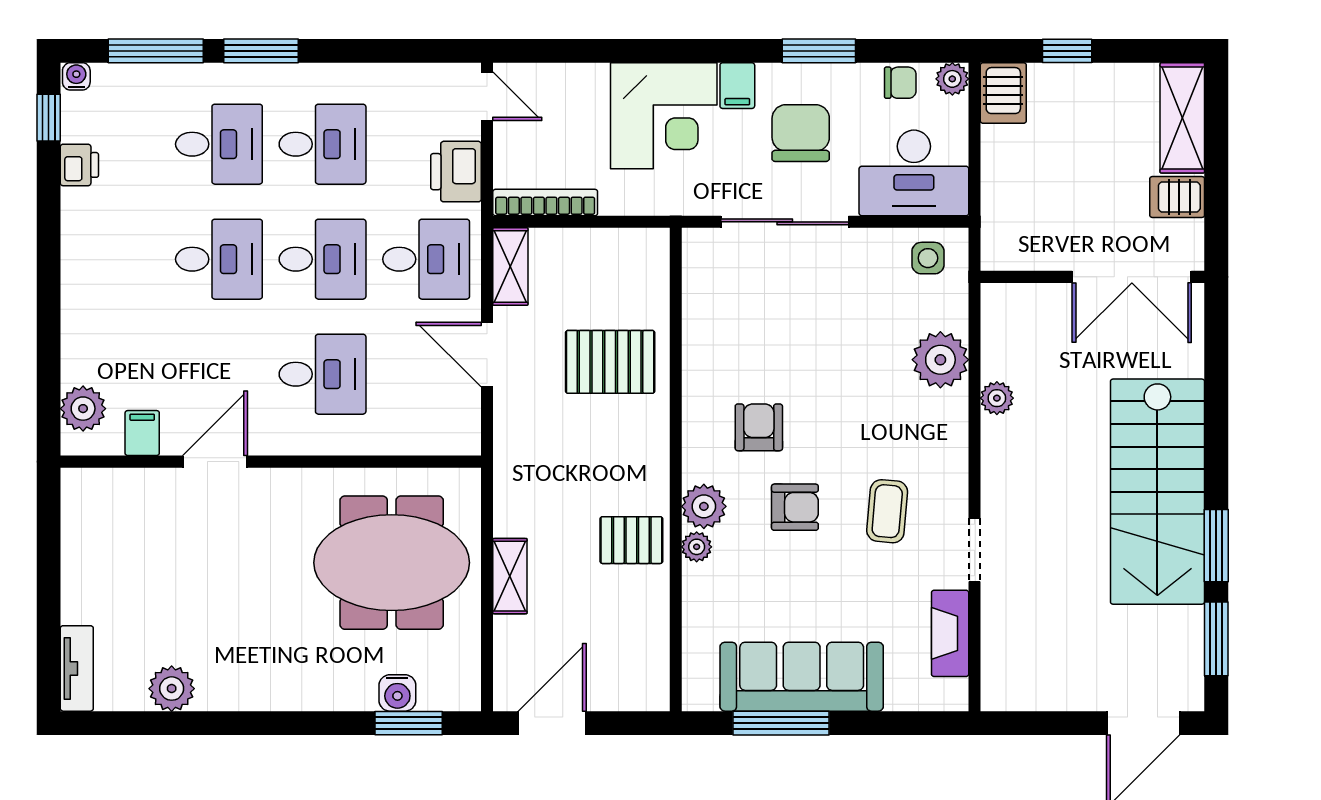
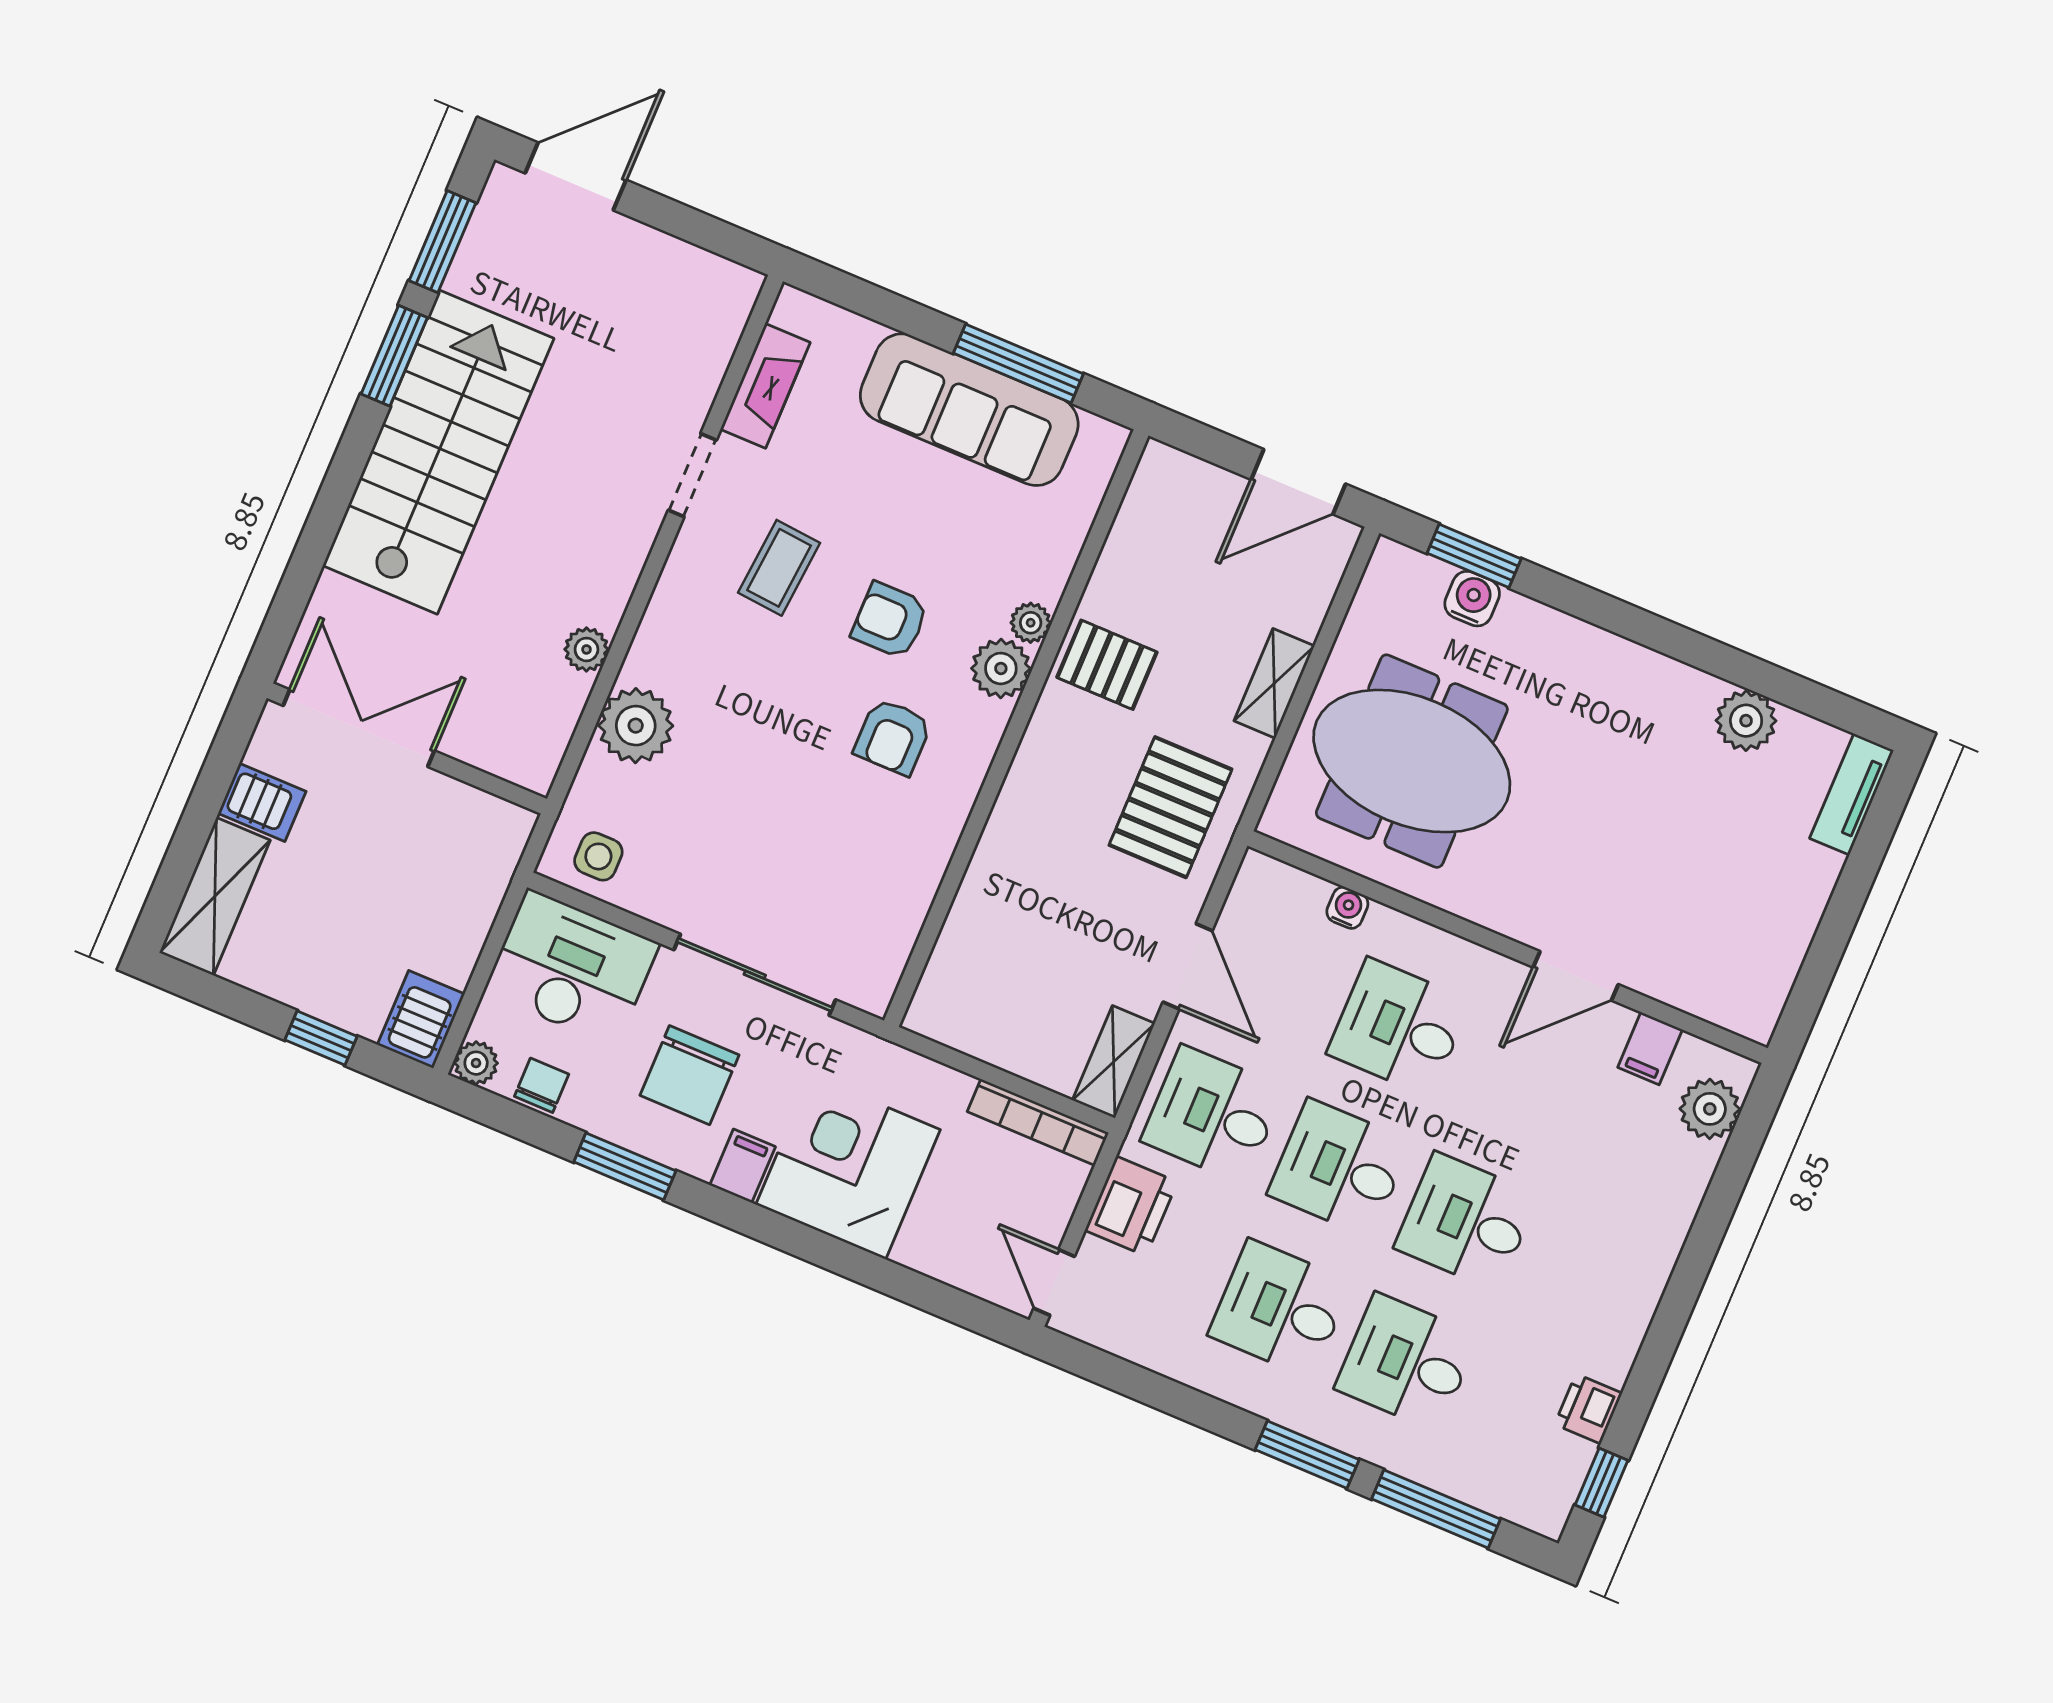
water cooler: (76, 76) -> (1347, 908), moved, turned 180
chair: (900, 83) -> (542, 1085), turned 90
pallet: (610, 362) -> (1171, 807), moved, turned 90

